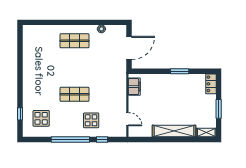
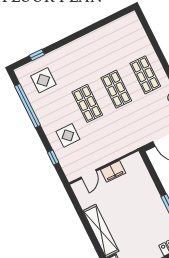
shop shelf: (74, 68) -> (116, 89), added
filing cabinet: (134, 87) -> (113, 171), moved
window: (70, 139) -> (28, 106), moved

